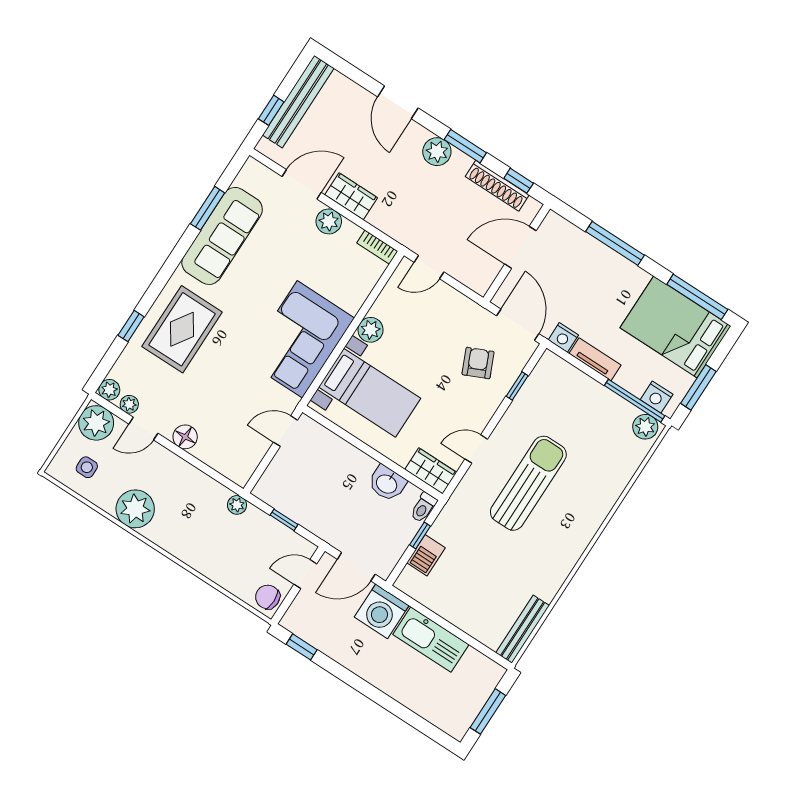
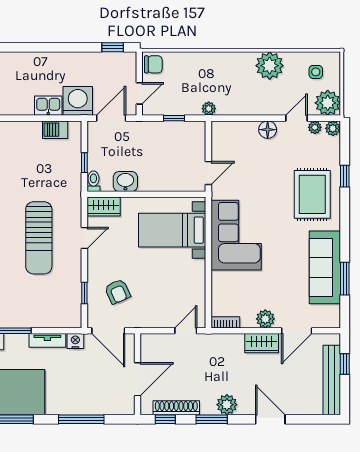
plant: (371, 330) -> (197, 269), removed
barbecue: (426, 555) -> (55, 130), moved, turned -90
kitchen sink: (431, 640) -> (48, 106), width x0.53, depth x0.81

